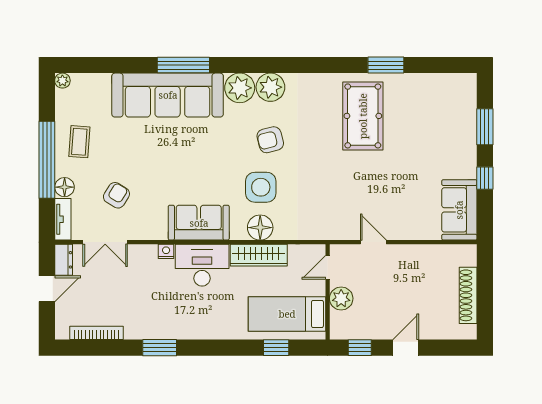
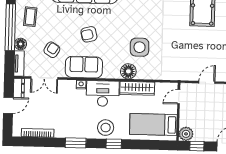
armchair: (270, 140) -> (89, 34), moved
sofa: (199, 223) -> (84, 67), moved
floor lamp: (260, 228) -> (128, 71), moved
door: (373, 242) -> (207, 82), hinge flipped
plant: (341, 298) -> (186, 134), moved
stool: (208, 321) -> (106, 128), added
window: (276, 348) -> (114, 144), moved

